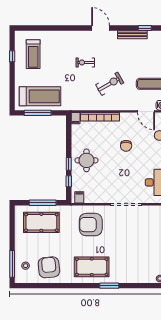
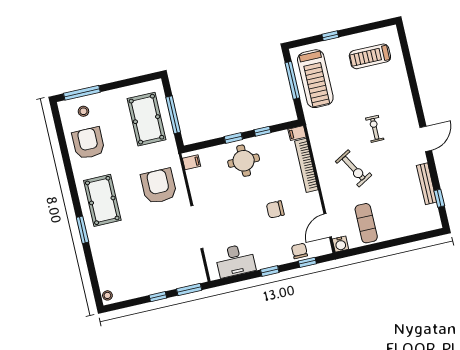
window: (12, 56) -> (330, 36), moved
window: (69, 181) -> (263, 131), moved
armchair: (49, 267) -> (88, 143), turned -84

